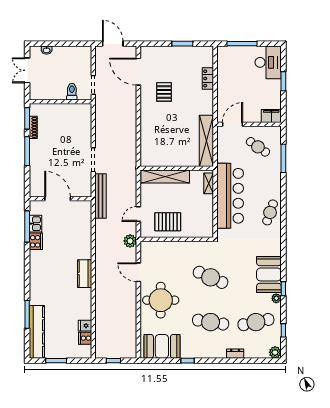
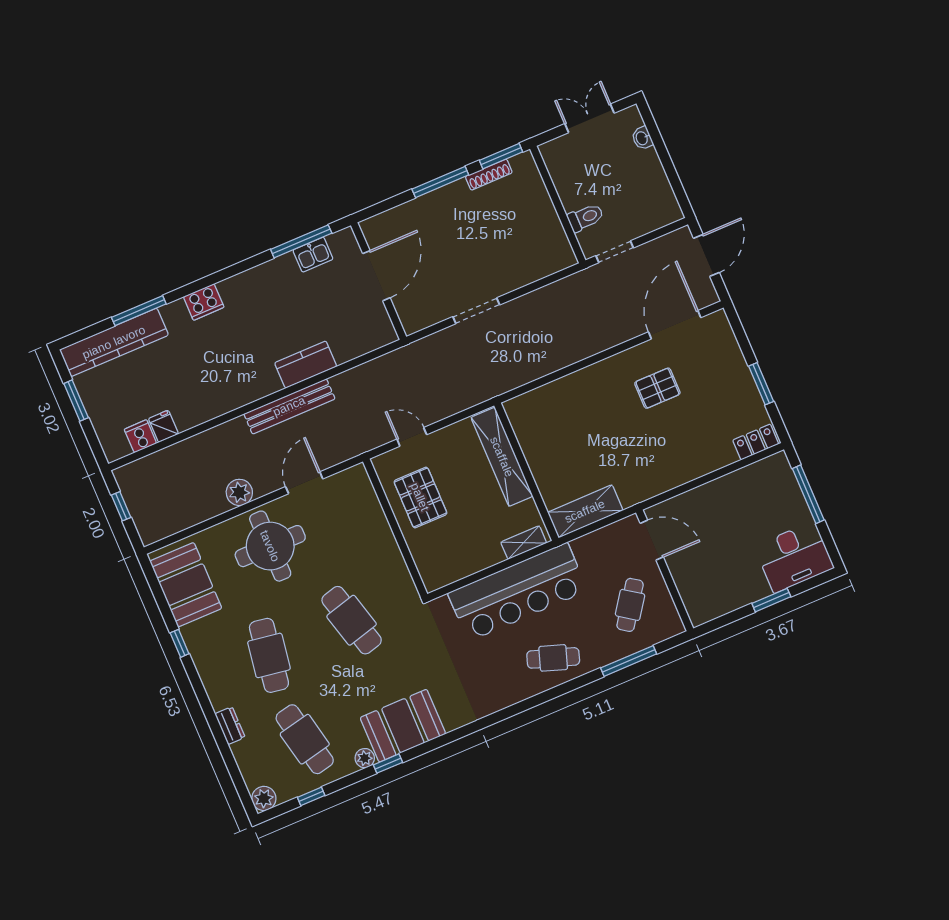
locker: (208, 78) -> (756, 442), moved
filing cabinet: (271, 116) -> (697, 605), removed
shelving: (206, 141) -> (585, 511), width x0.68
bench: (101, 196) -> (289, 406), moved
cafe table: (270, 212) -> (553, 658), moved
cooker: (36, 241) -> (204, 302), moved
plant: (130, 241) -> (239, 492), moved
kitchen counter: (85, 274) -> (306, 365), moved
cafe table: (211, 277) -> (352, 620), turned -39

